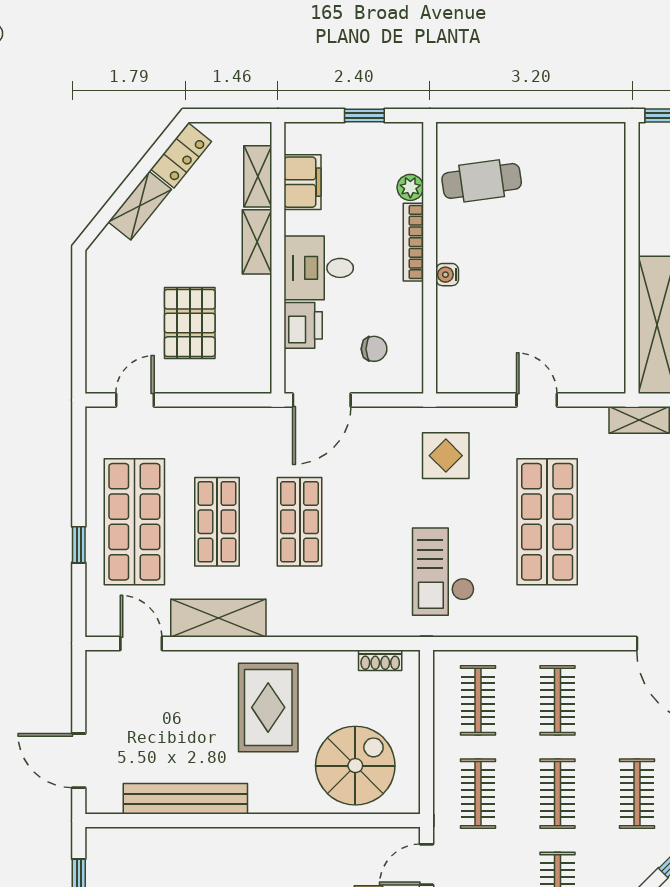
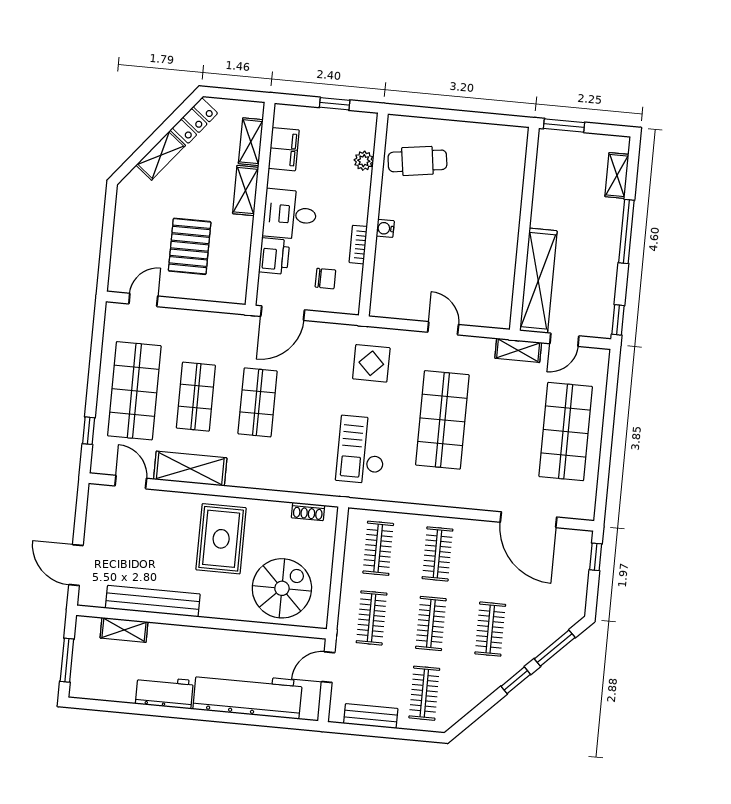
bookcase: (413, 242) -> (358, 245), moved, width x0.64
window: (79, 545) -> (89, 431), moved
shelving: (151, 841) -> (124, 630), added

